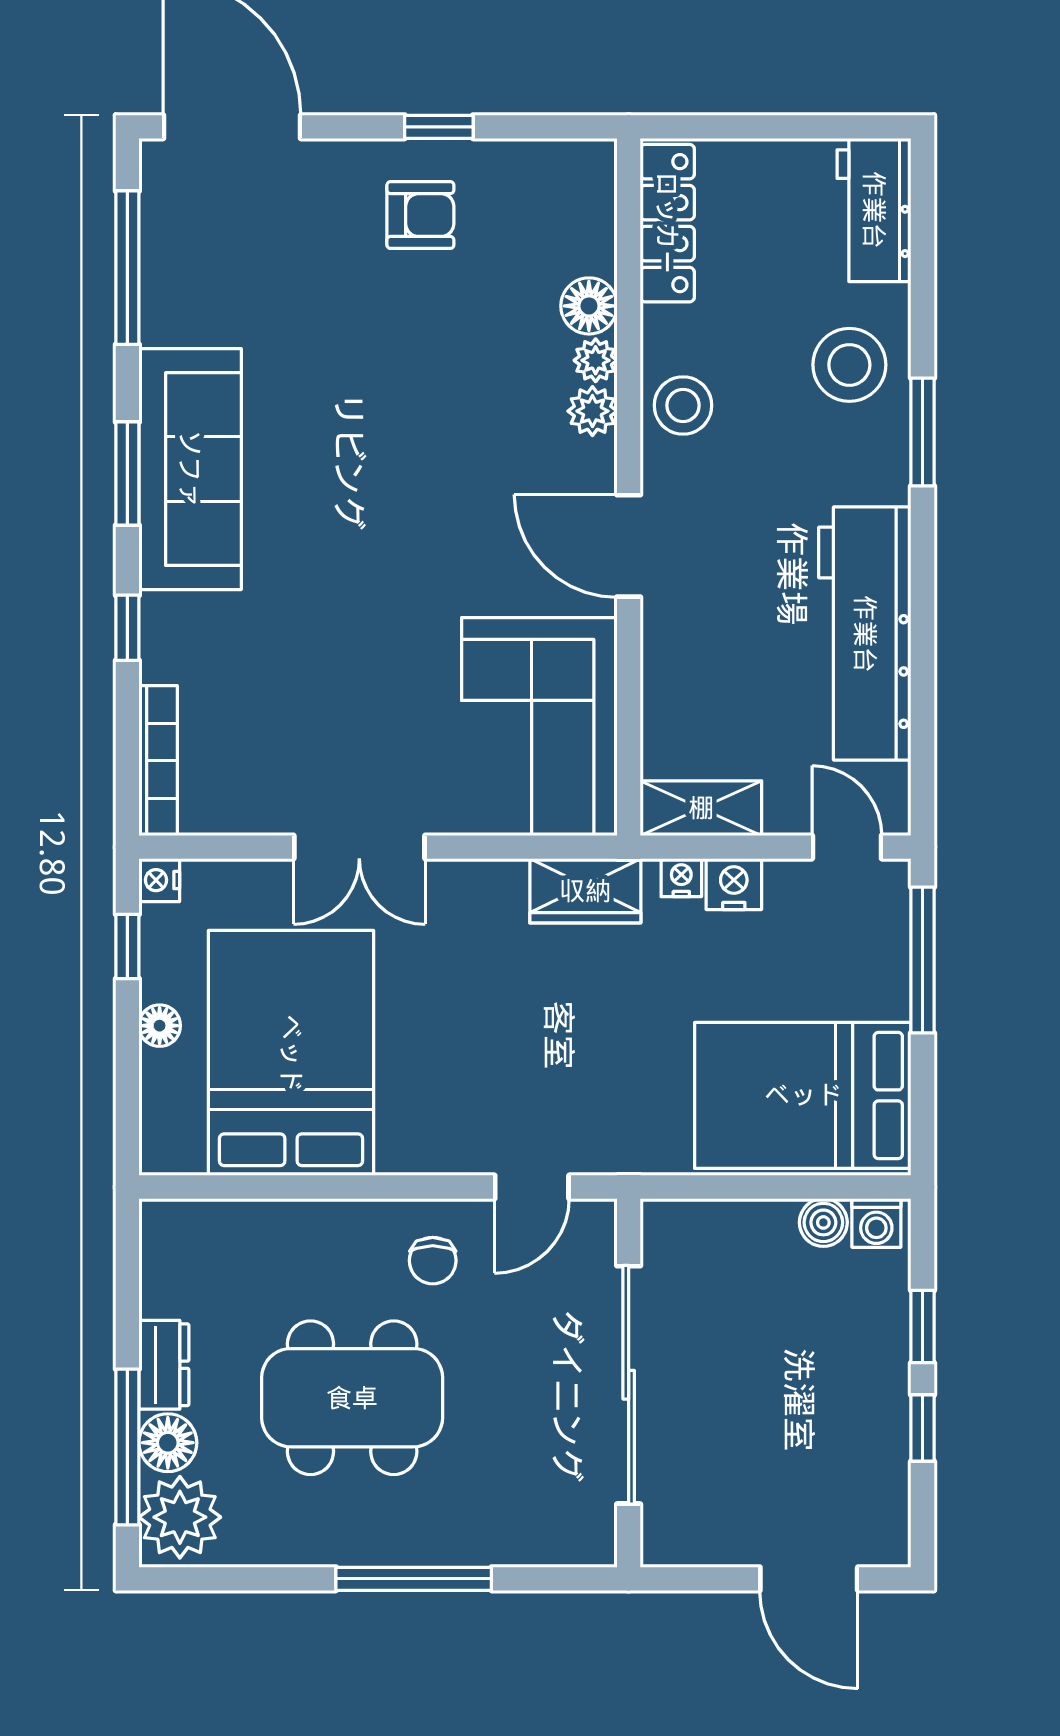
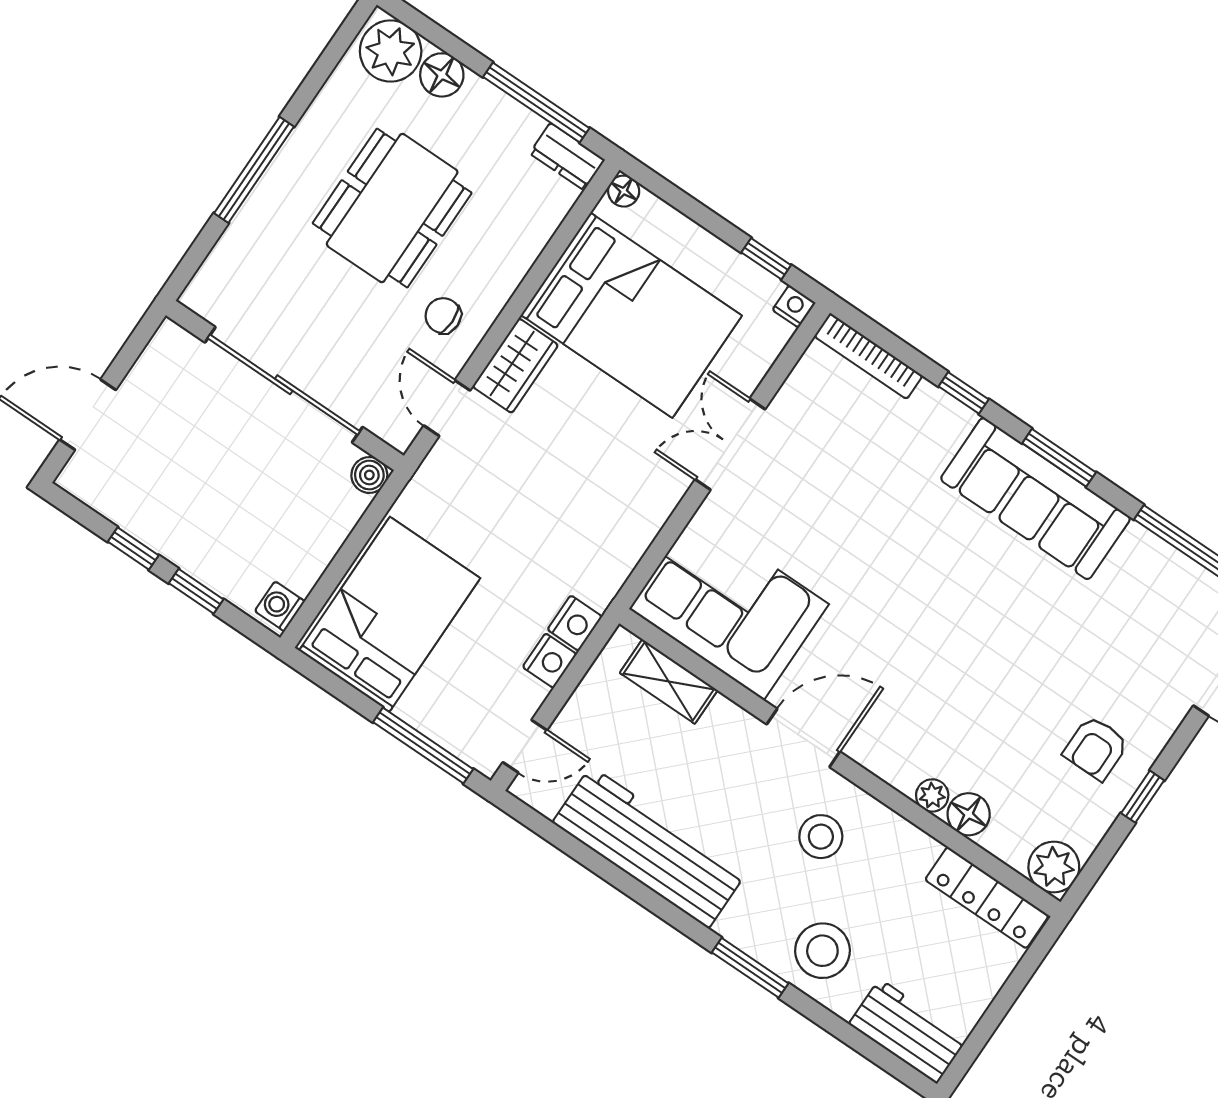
stool: (683, 405) -> (821, 837), moved
plant: (592, 411) -> (1054, 867), moved, width x1.38, depth x1.38
shelving: (701, 808) -> (669, 682), moved, turned 90
nightstand: (681, 878) -> (575, 623), width x1.39, depth x1.35
wardrobe: (585, 891) -> (515, 366), moved, turned 180
floor lamp: (160, 1026) -> (624, 191), moved
boiler: (823, 1222) -> (369, 475), moved
dresser: (164, 1365) -> (567, 157), moved
window: (127, 1447) -> (536, 102), moved

